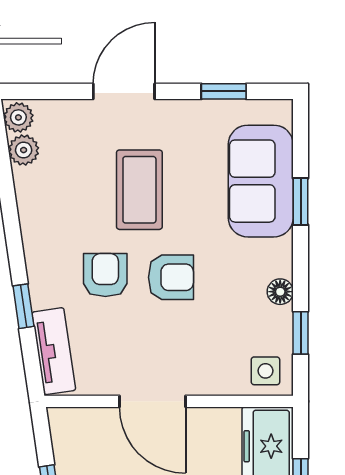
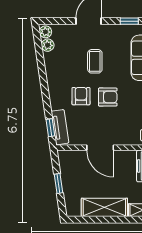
coffee table: (139, 190) -> (95, 61), width x0.73, depth x0.77
window: (23, 306) -> (50, 128), moved

